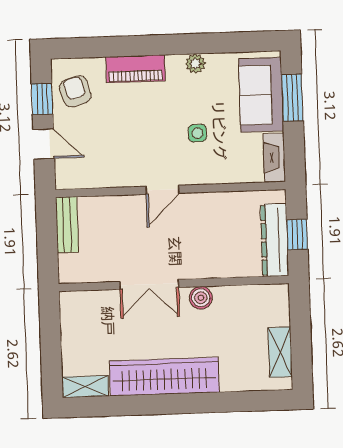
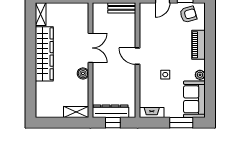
sofa: (261, 95) -> (194, 99), moved, turned -90
double door: (149, 284) -> (90, 48), swing flipped
shelving: (280, 352) -> (76, 112), moved

